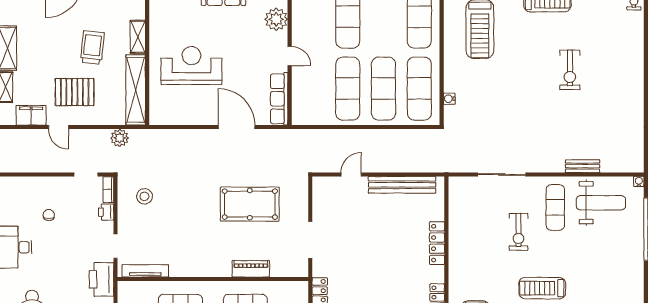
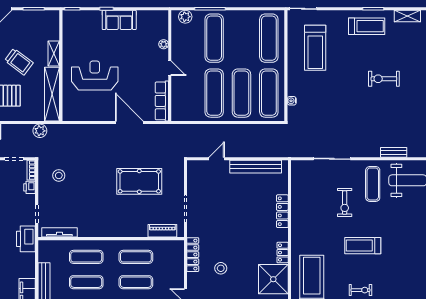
plant: (276, 19) -> (164, 44), width x0.53, depth x0.53
trolley: (92, 47) -> (19, 62), turned 121
exercise bike: (570, 70) -> (384, 79), turned 90
piano: (251, 269) -> (162, 231), moved

